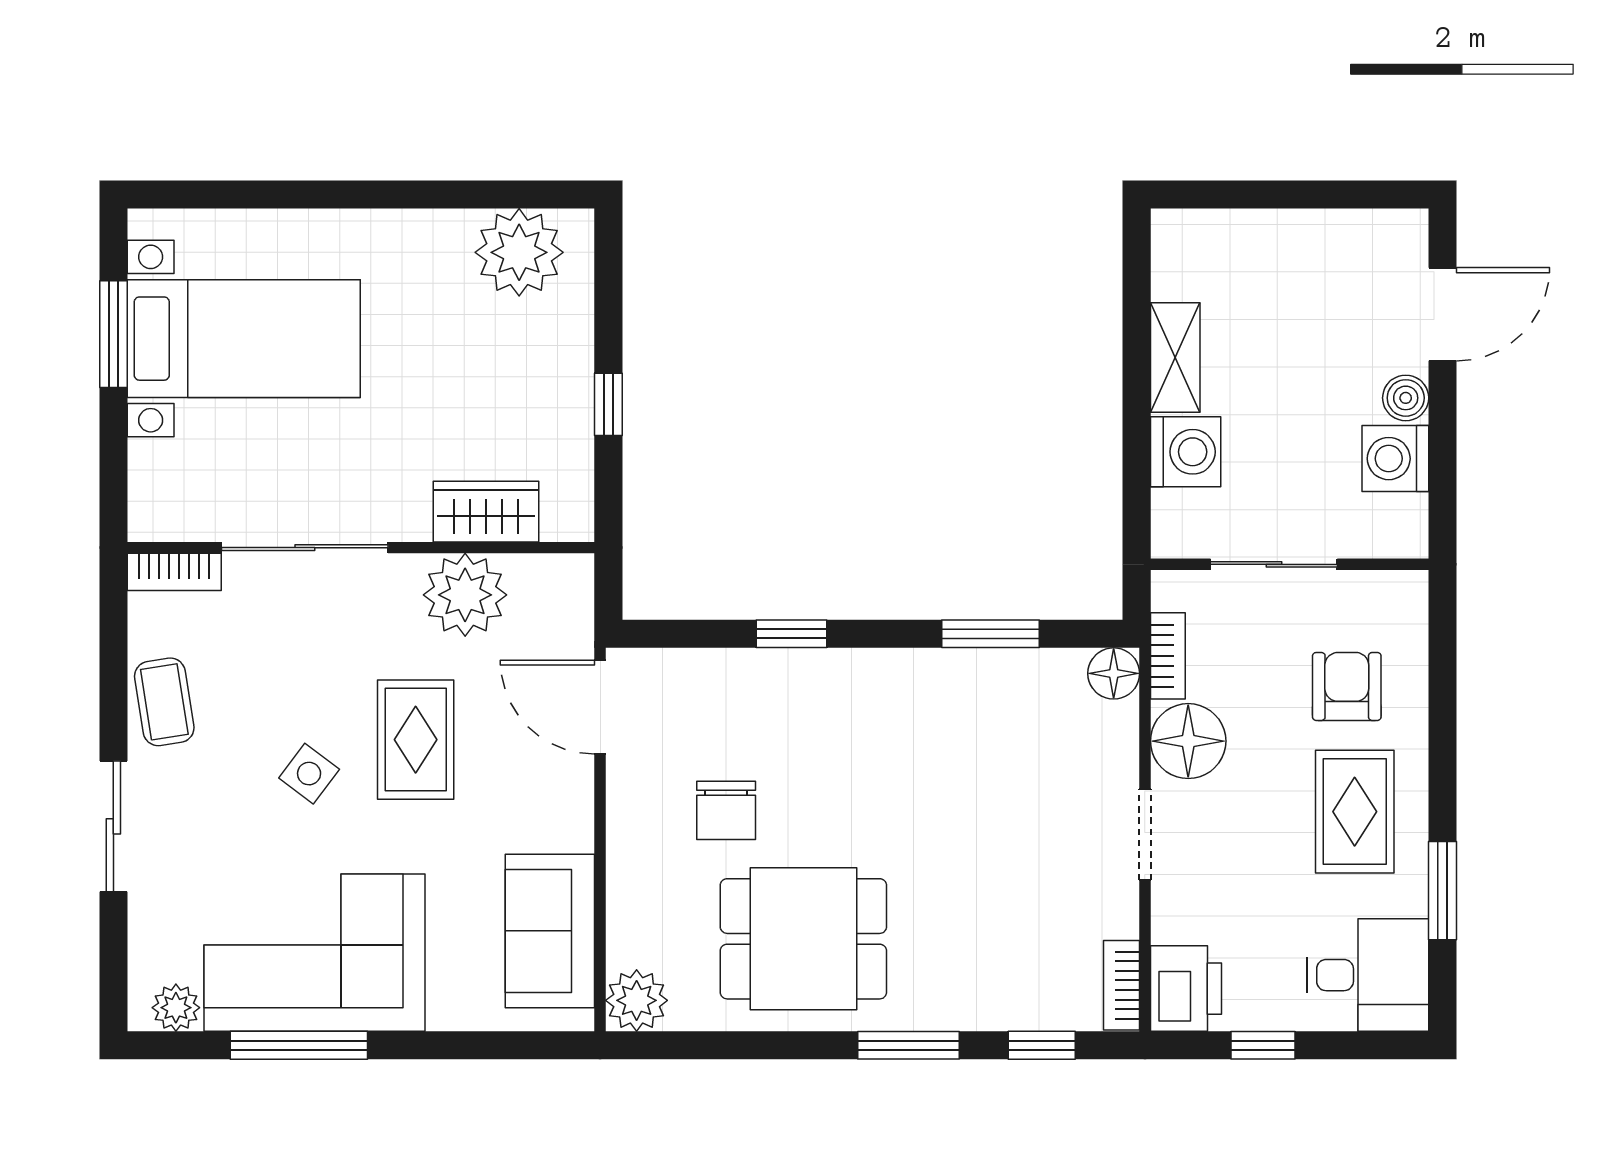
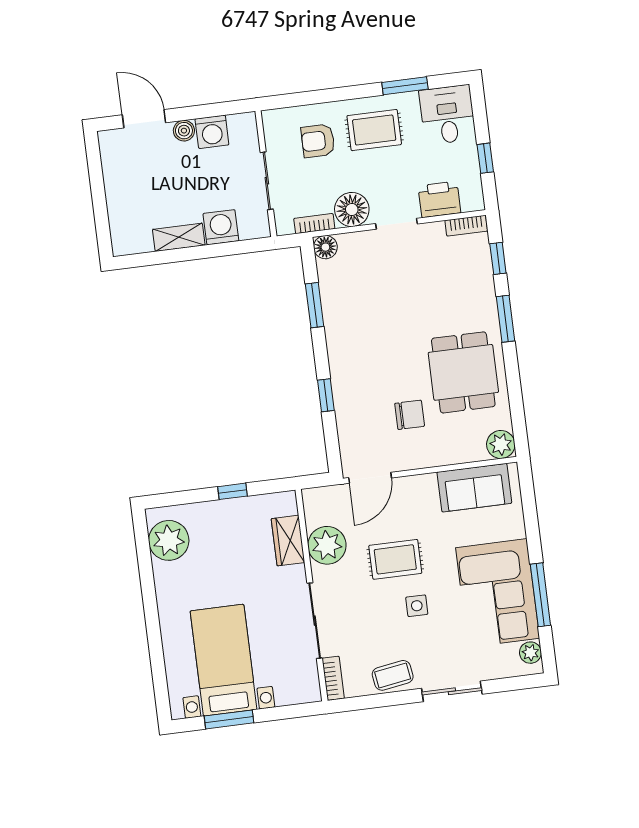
side table: (309, 774) -> (417, 606), turned -37
printer: (1186, 989) -> (439, 199), moved

